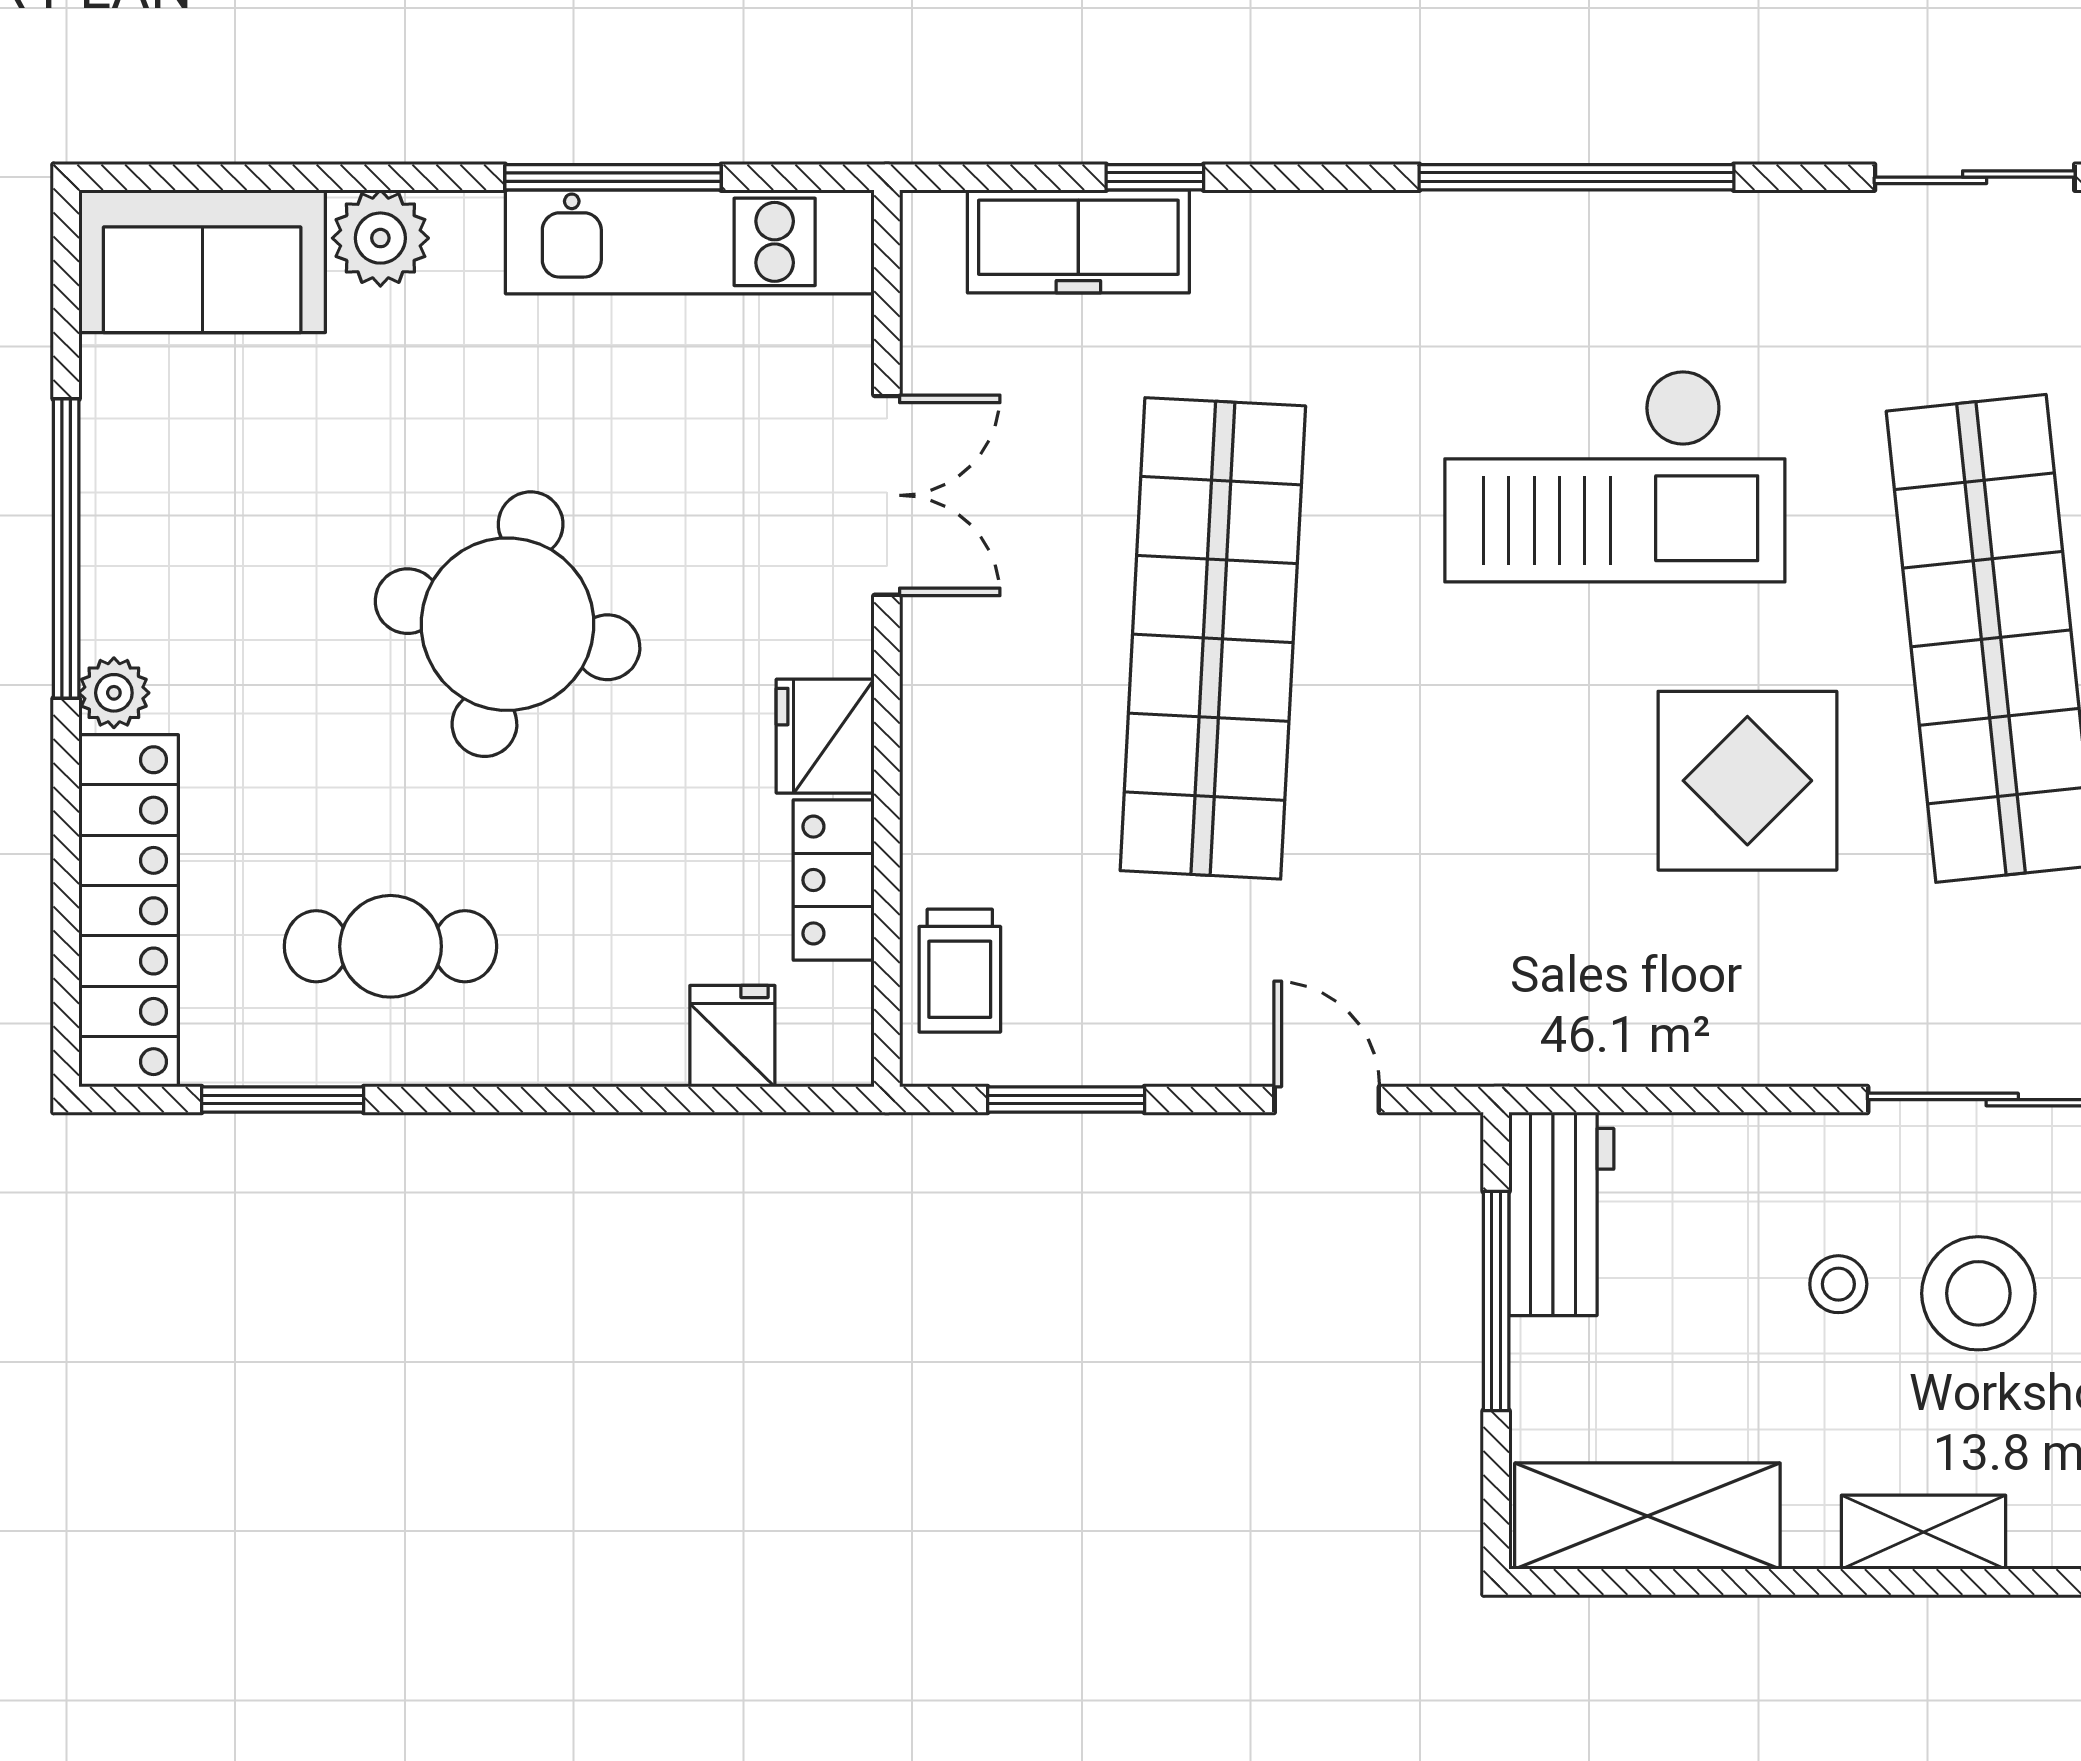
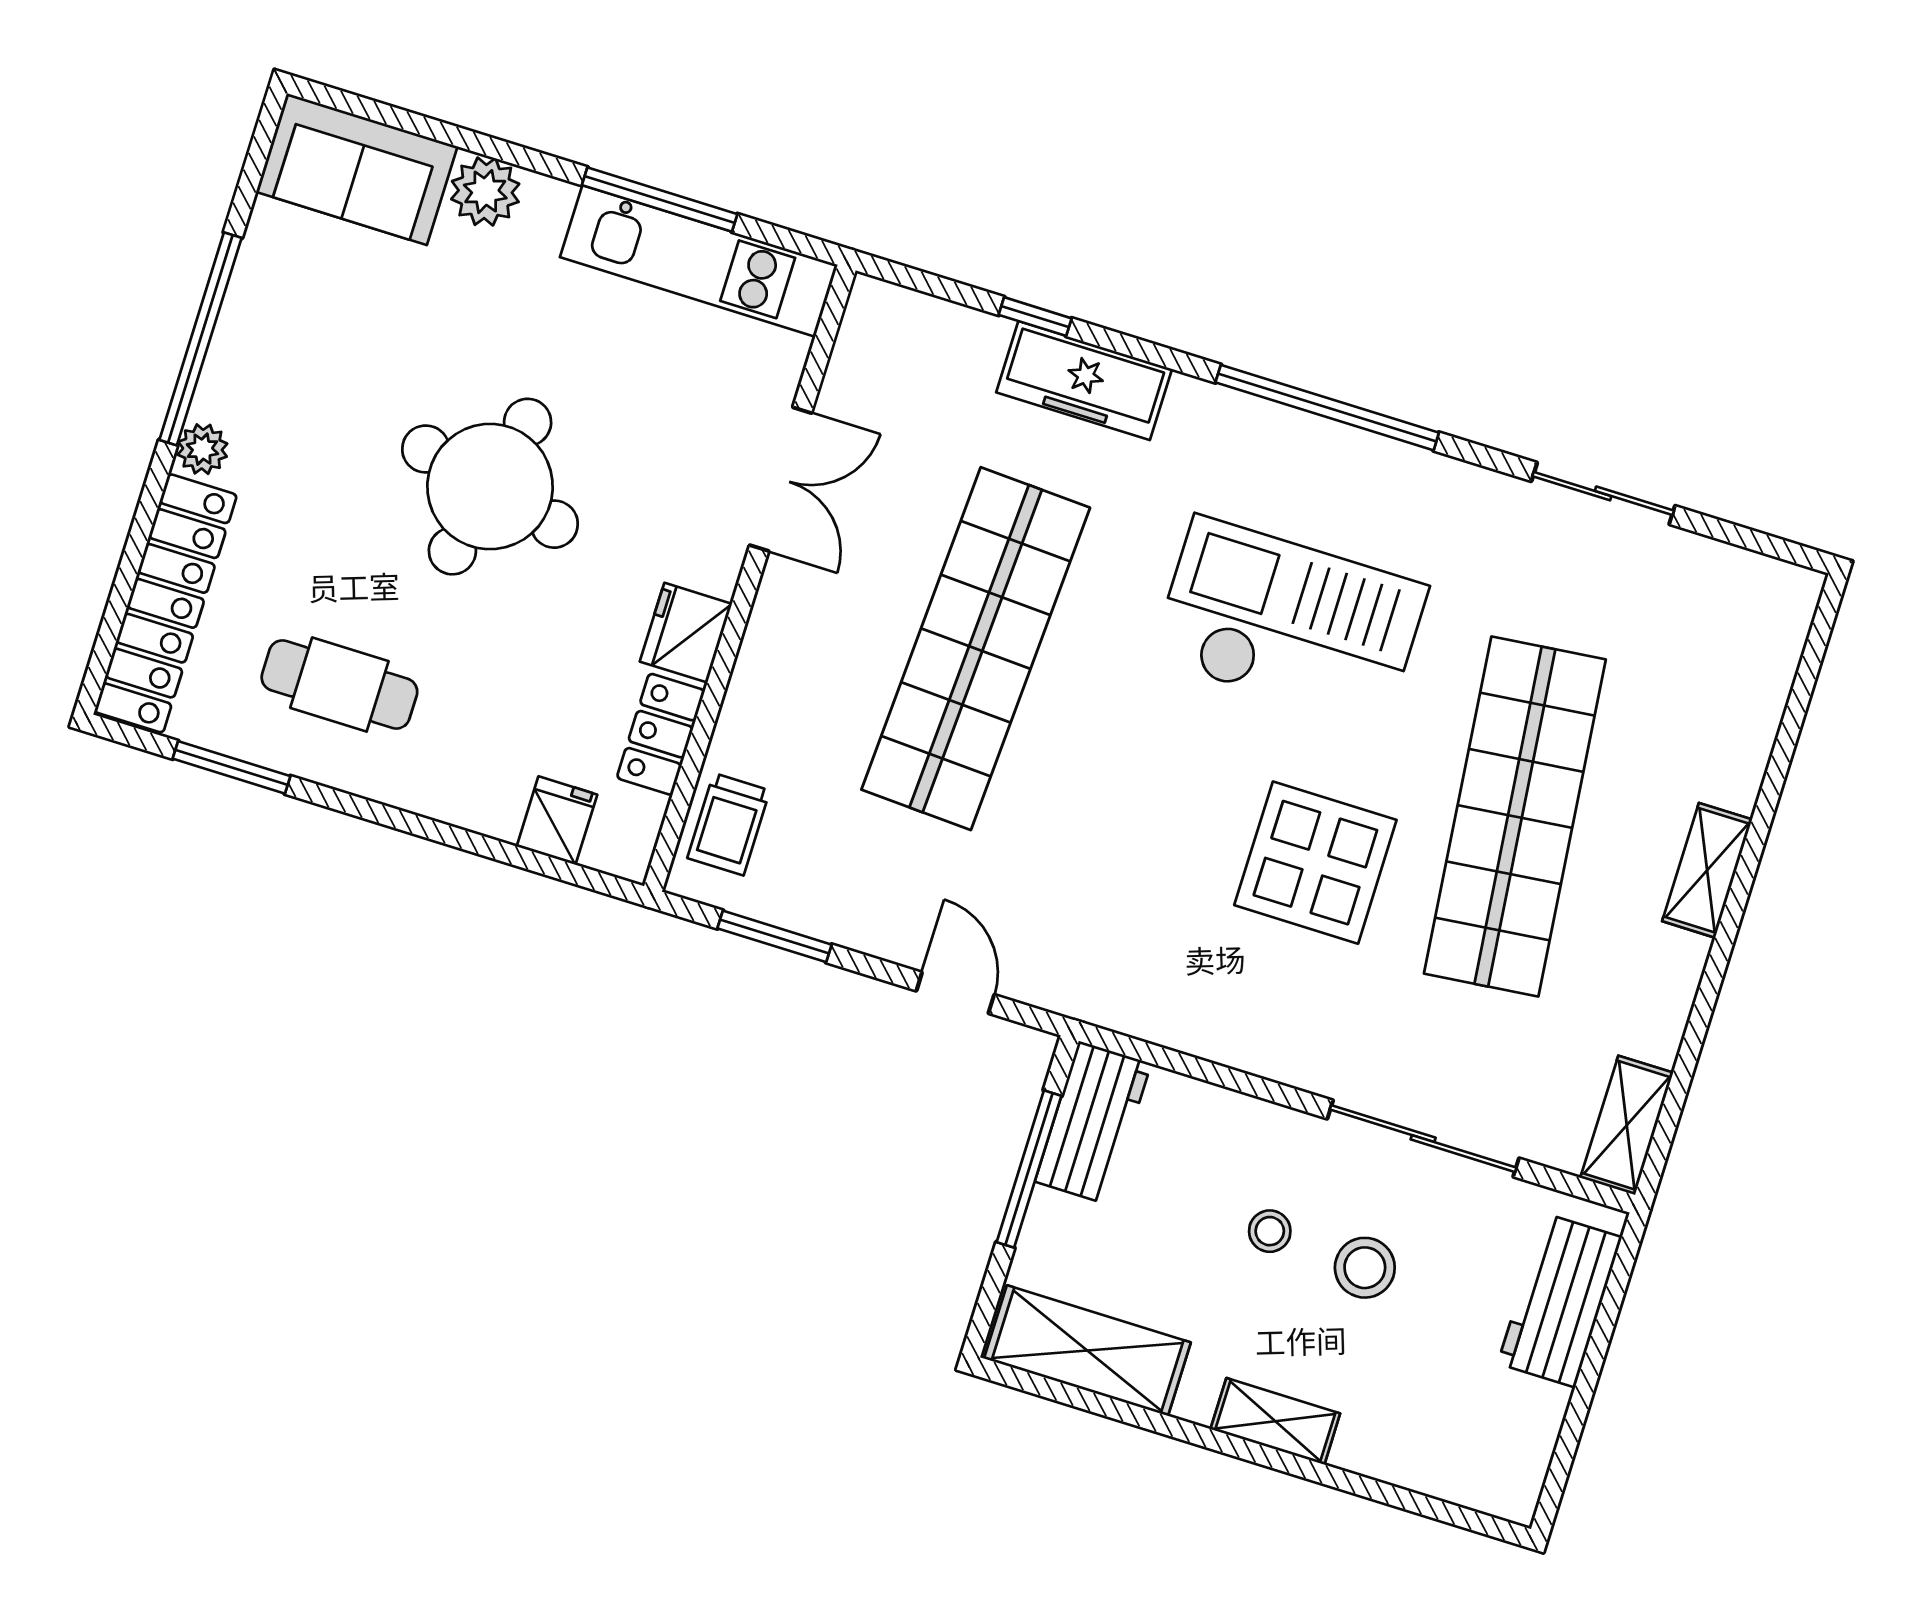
freezer: (1078, 241) -> (1084, 381), moved
checkout: (1615, 476) -> (1289, 623), turned 180
stool: (1978, 1293) -> (1365, 1268), width x0.73, depth x0.73

